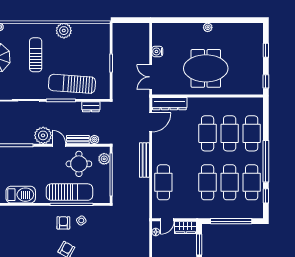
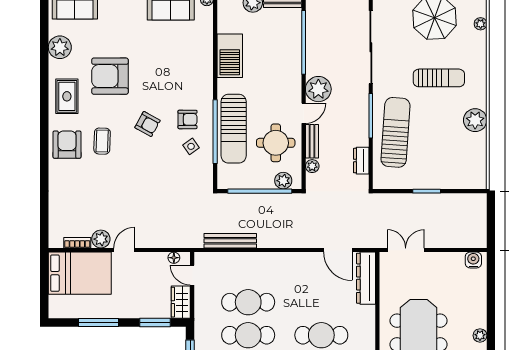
water cooler: (157, 51) -> (473, 260), moved
bench: (144, 160) -> (230, 241), moved
cafe table: (163, 182) -> (248, 302), moved

